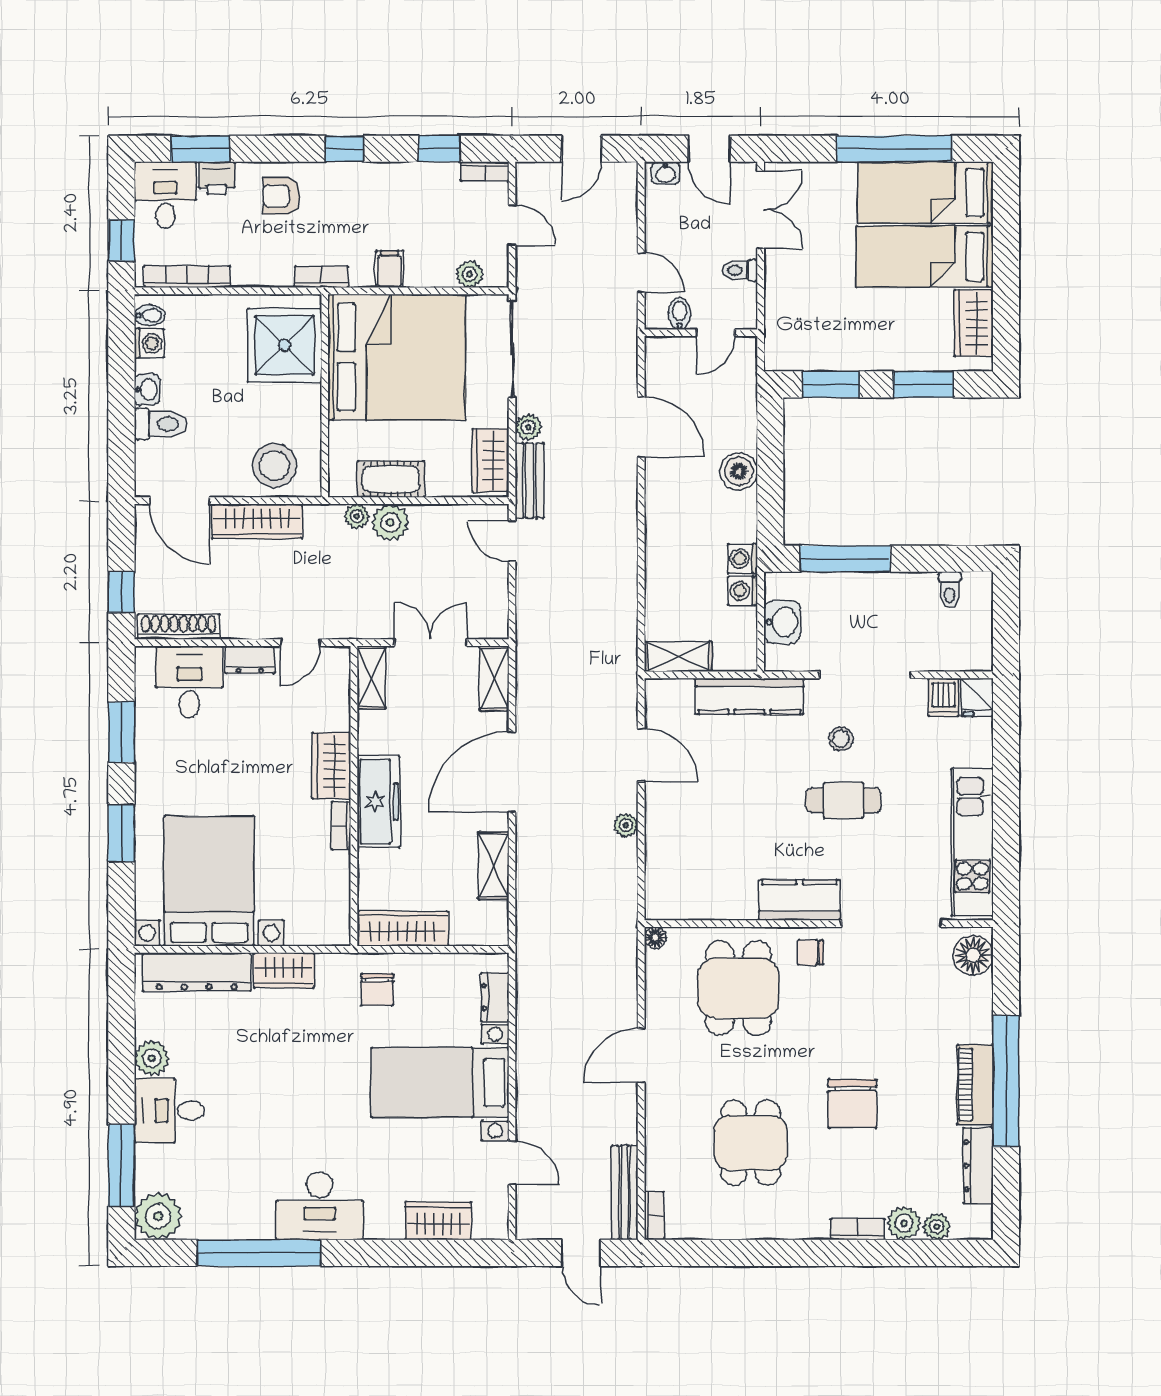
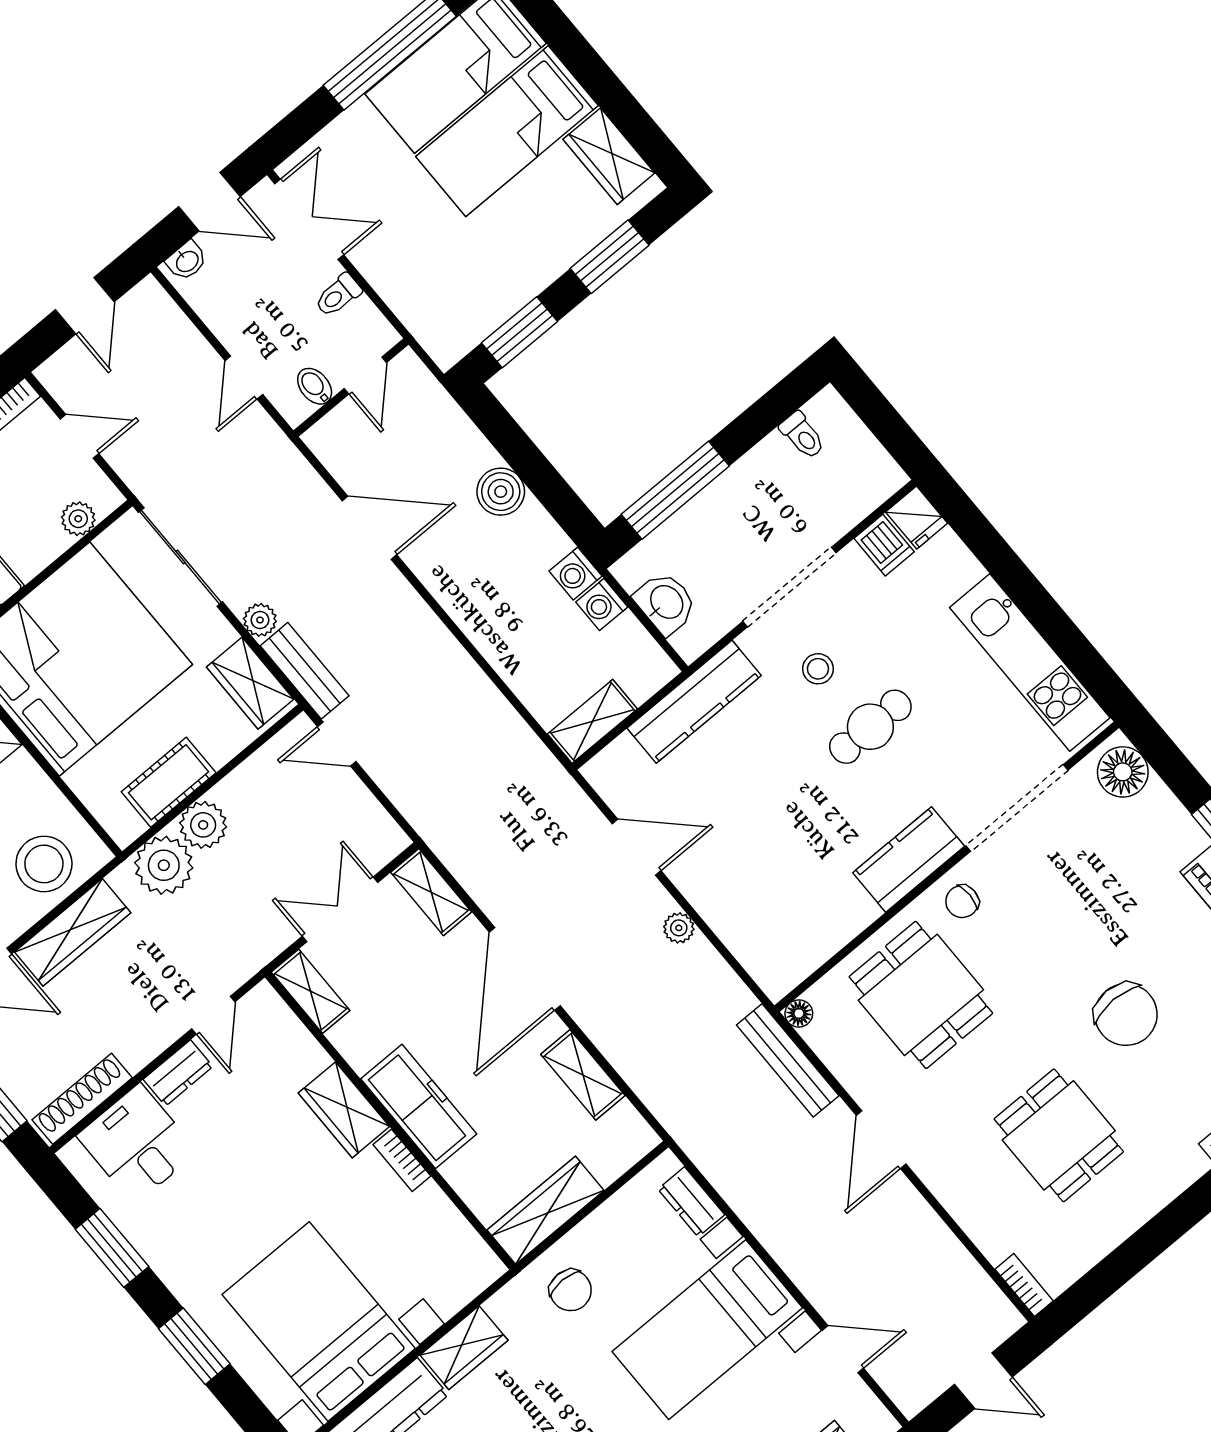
door: (641, 272) -> (244, 377), swing flipped
plant: (357, 516) -> (164, 865), width x1.87, depth x1.87
bench: (625, 1193) -> (788, 1060), moved

